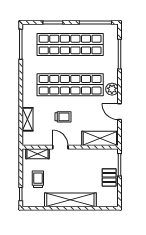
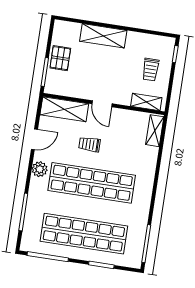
door: (120, 112) -> (34, 139), hinge flipped
trolley: (63, 117) -> (89, 144), moved
shelving: (27, 119) -> (155, 131), moved
door: (60, 147) -> (102, 104), moved
shelving: (70, 200) -> (103, 36), width x0.68

